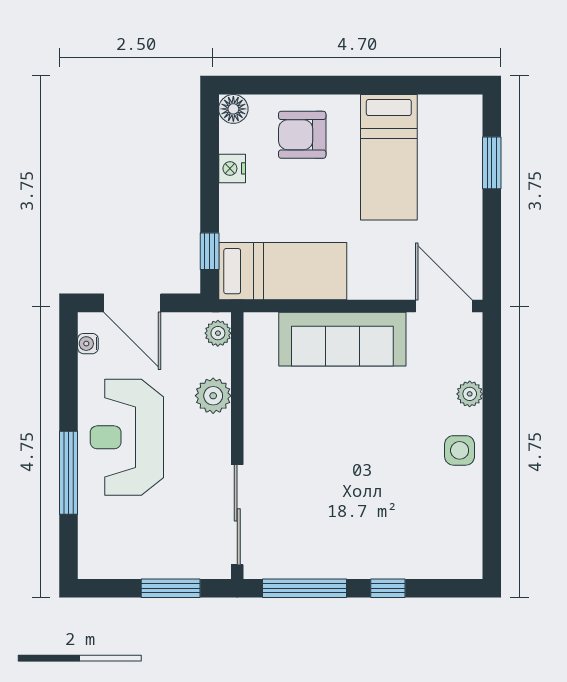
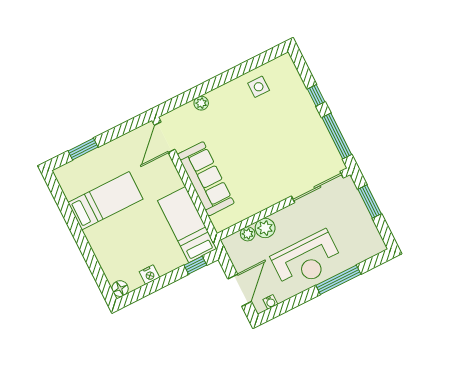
armchair: (302, 135) -> (116, 249), removed
plant: (218, 333) -> (248, 234), moved
side table: (460, 450) -> (259, 87), moved

